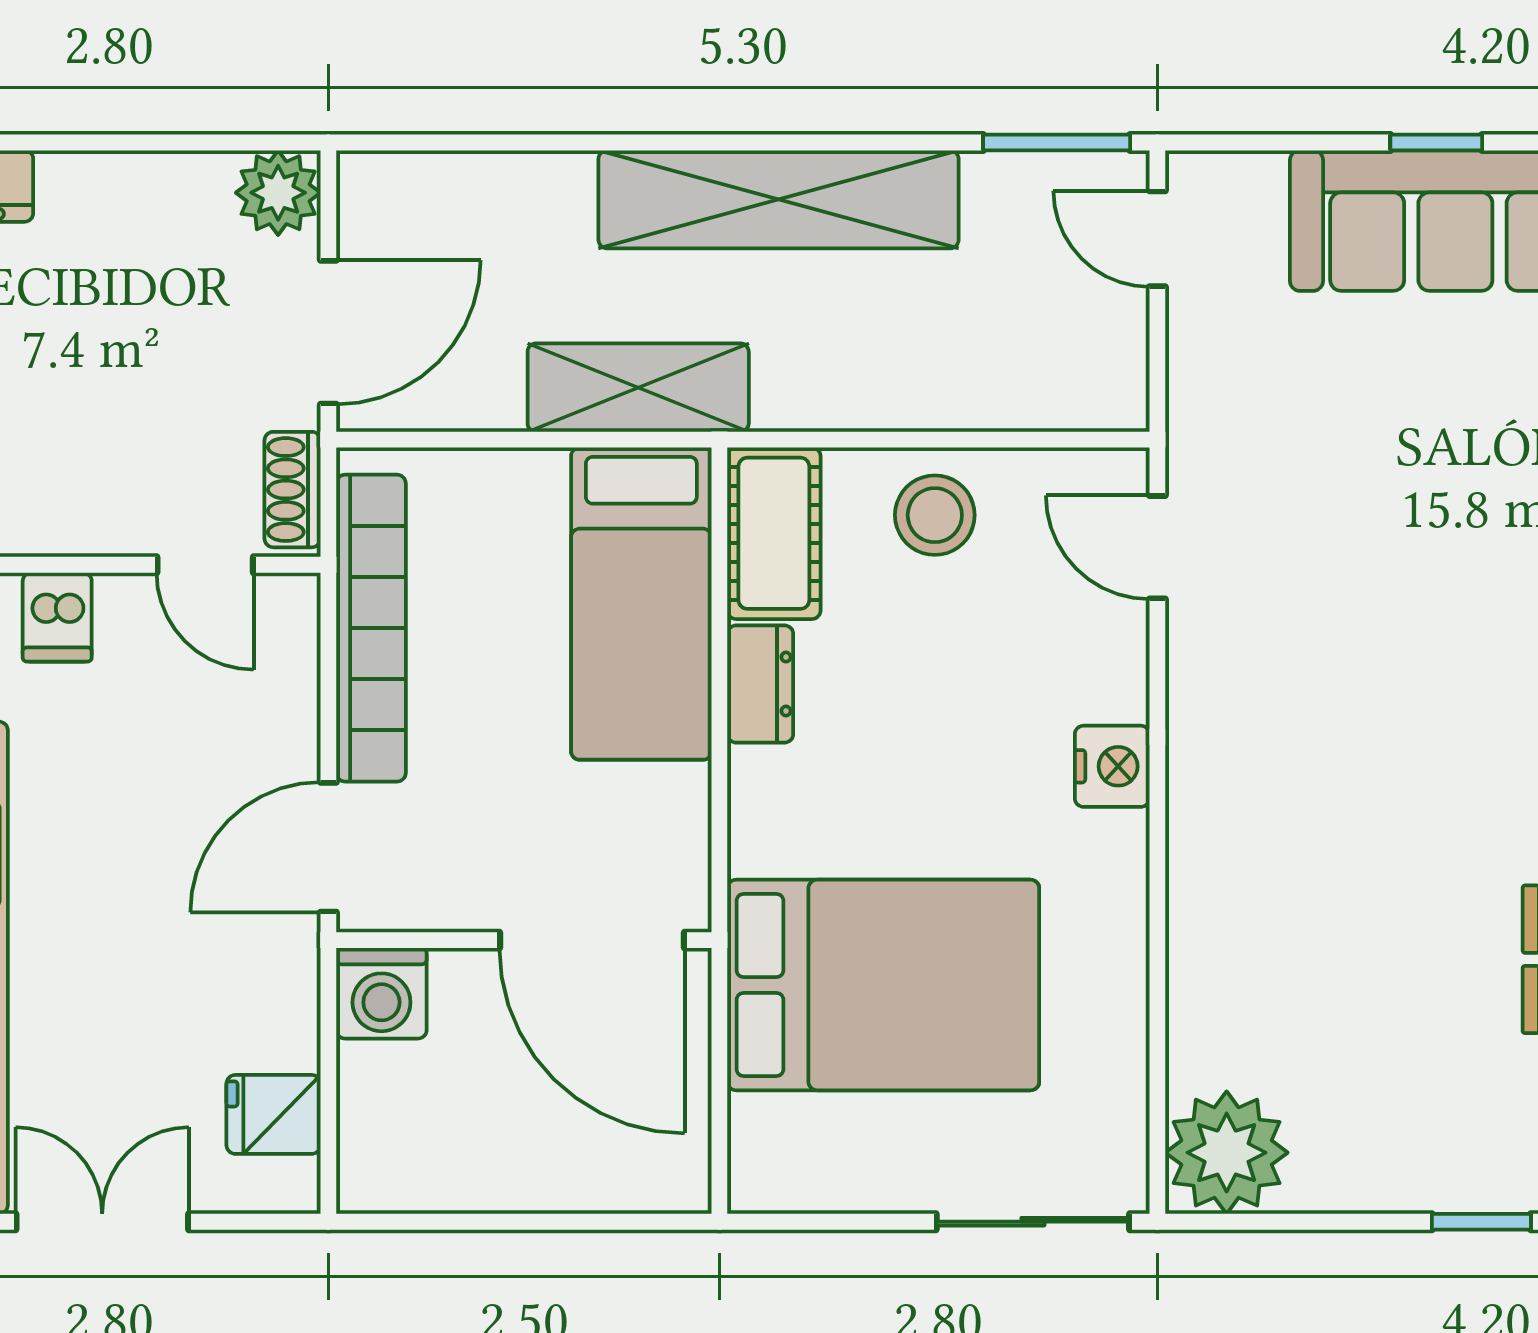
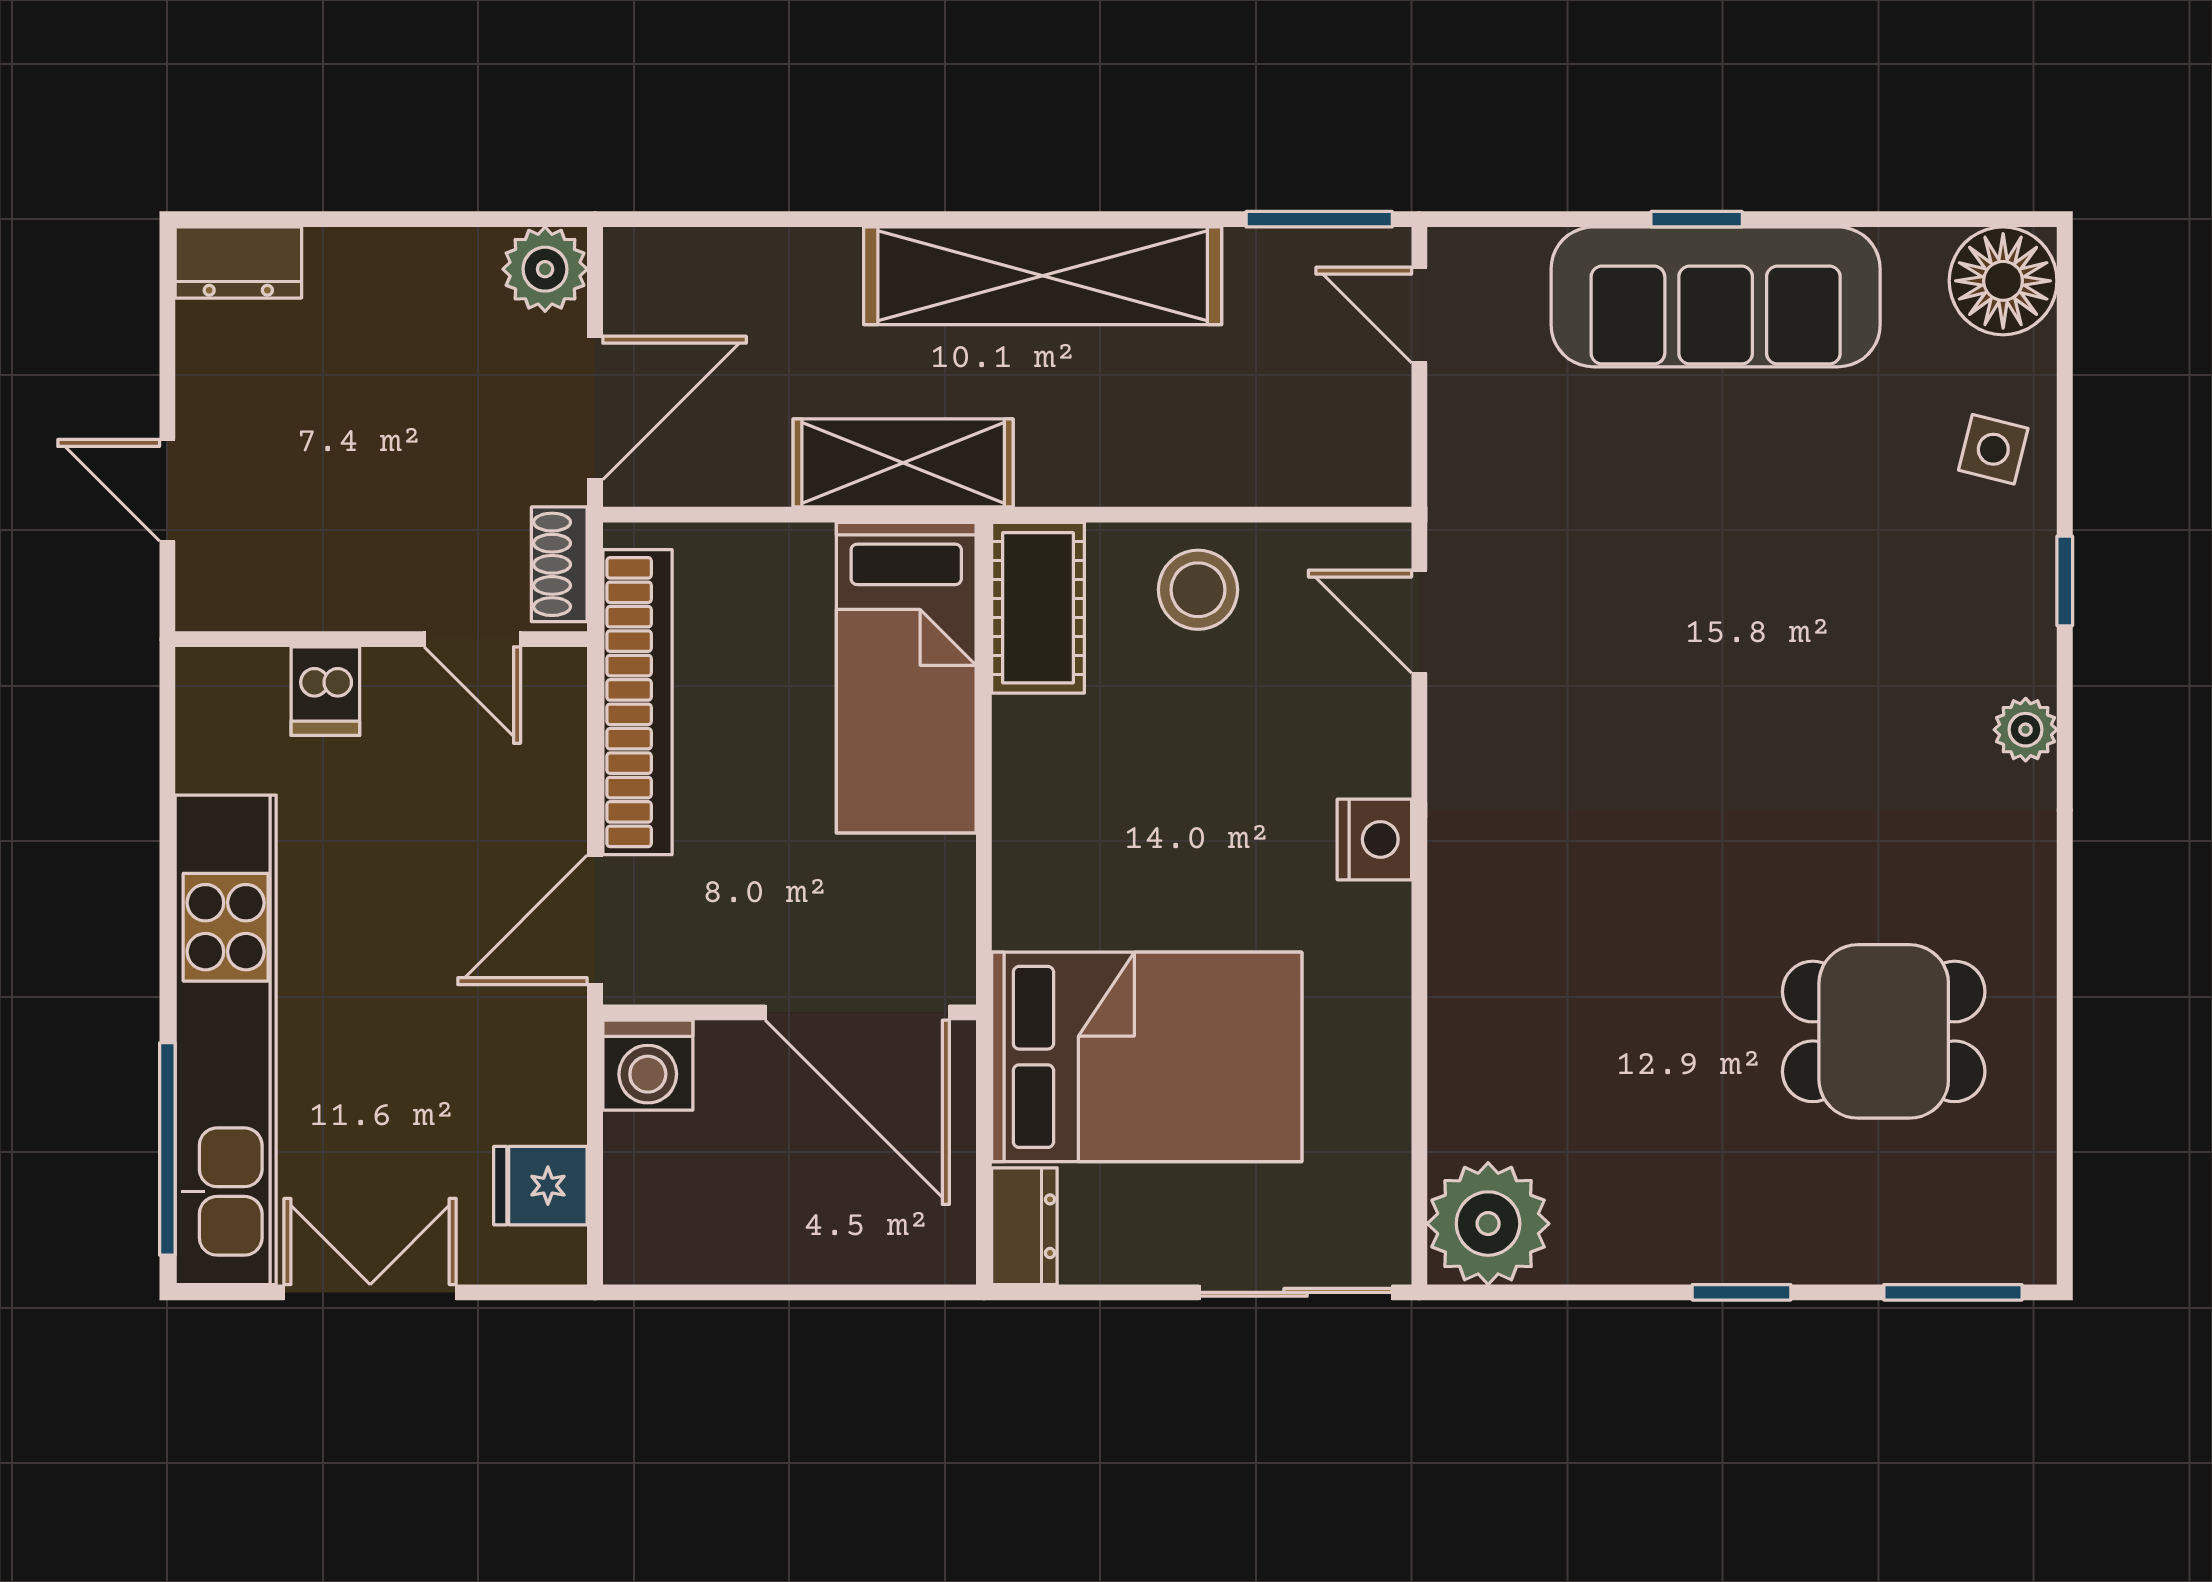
dresser: (760, 684) -> (1024, 1226), moved

